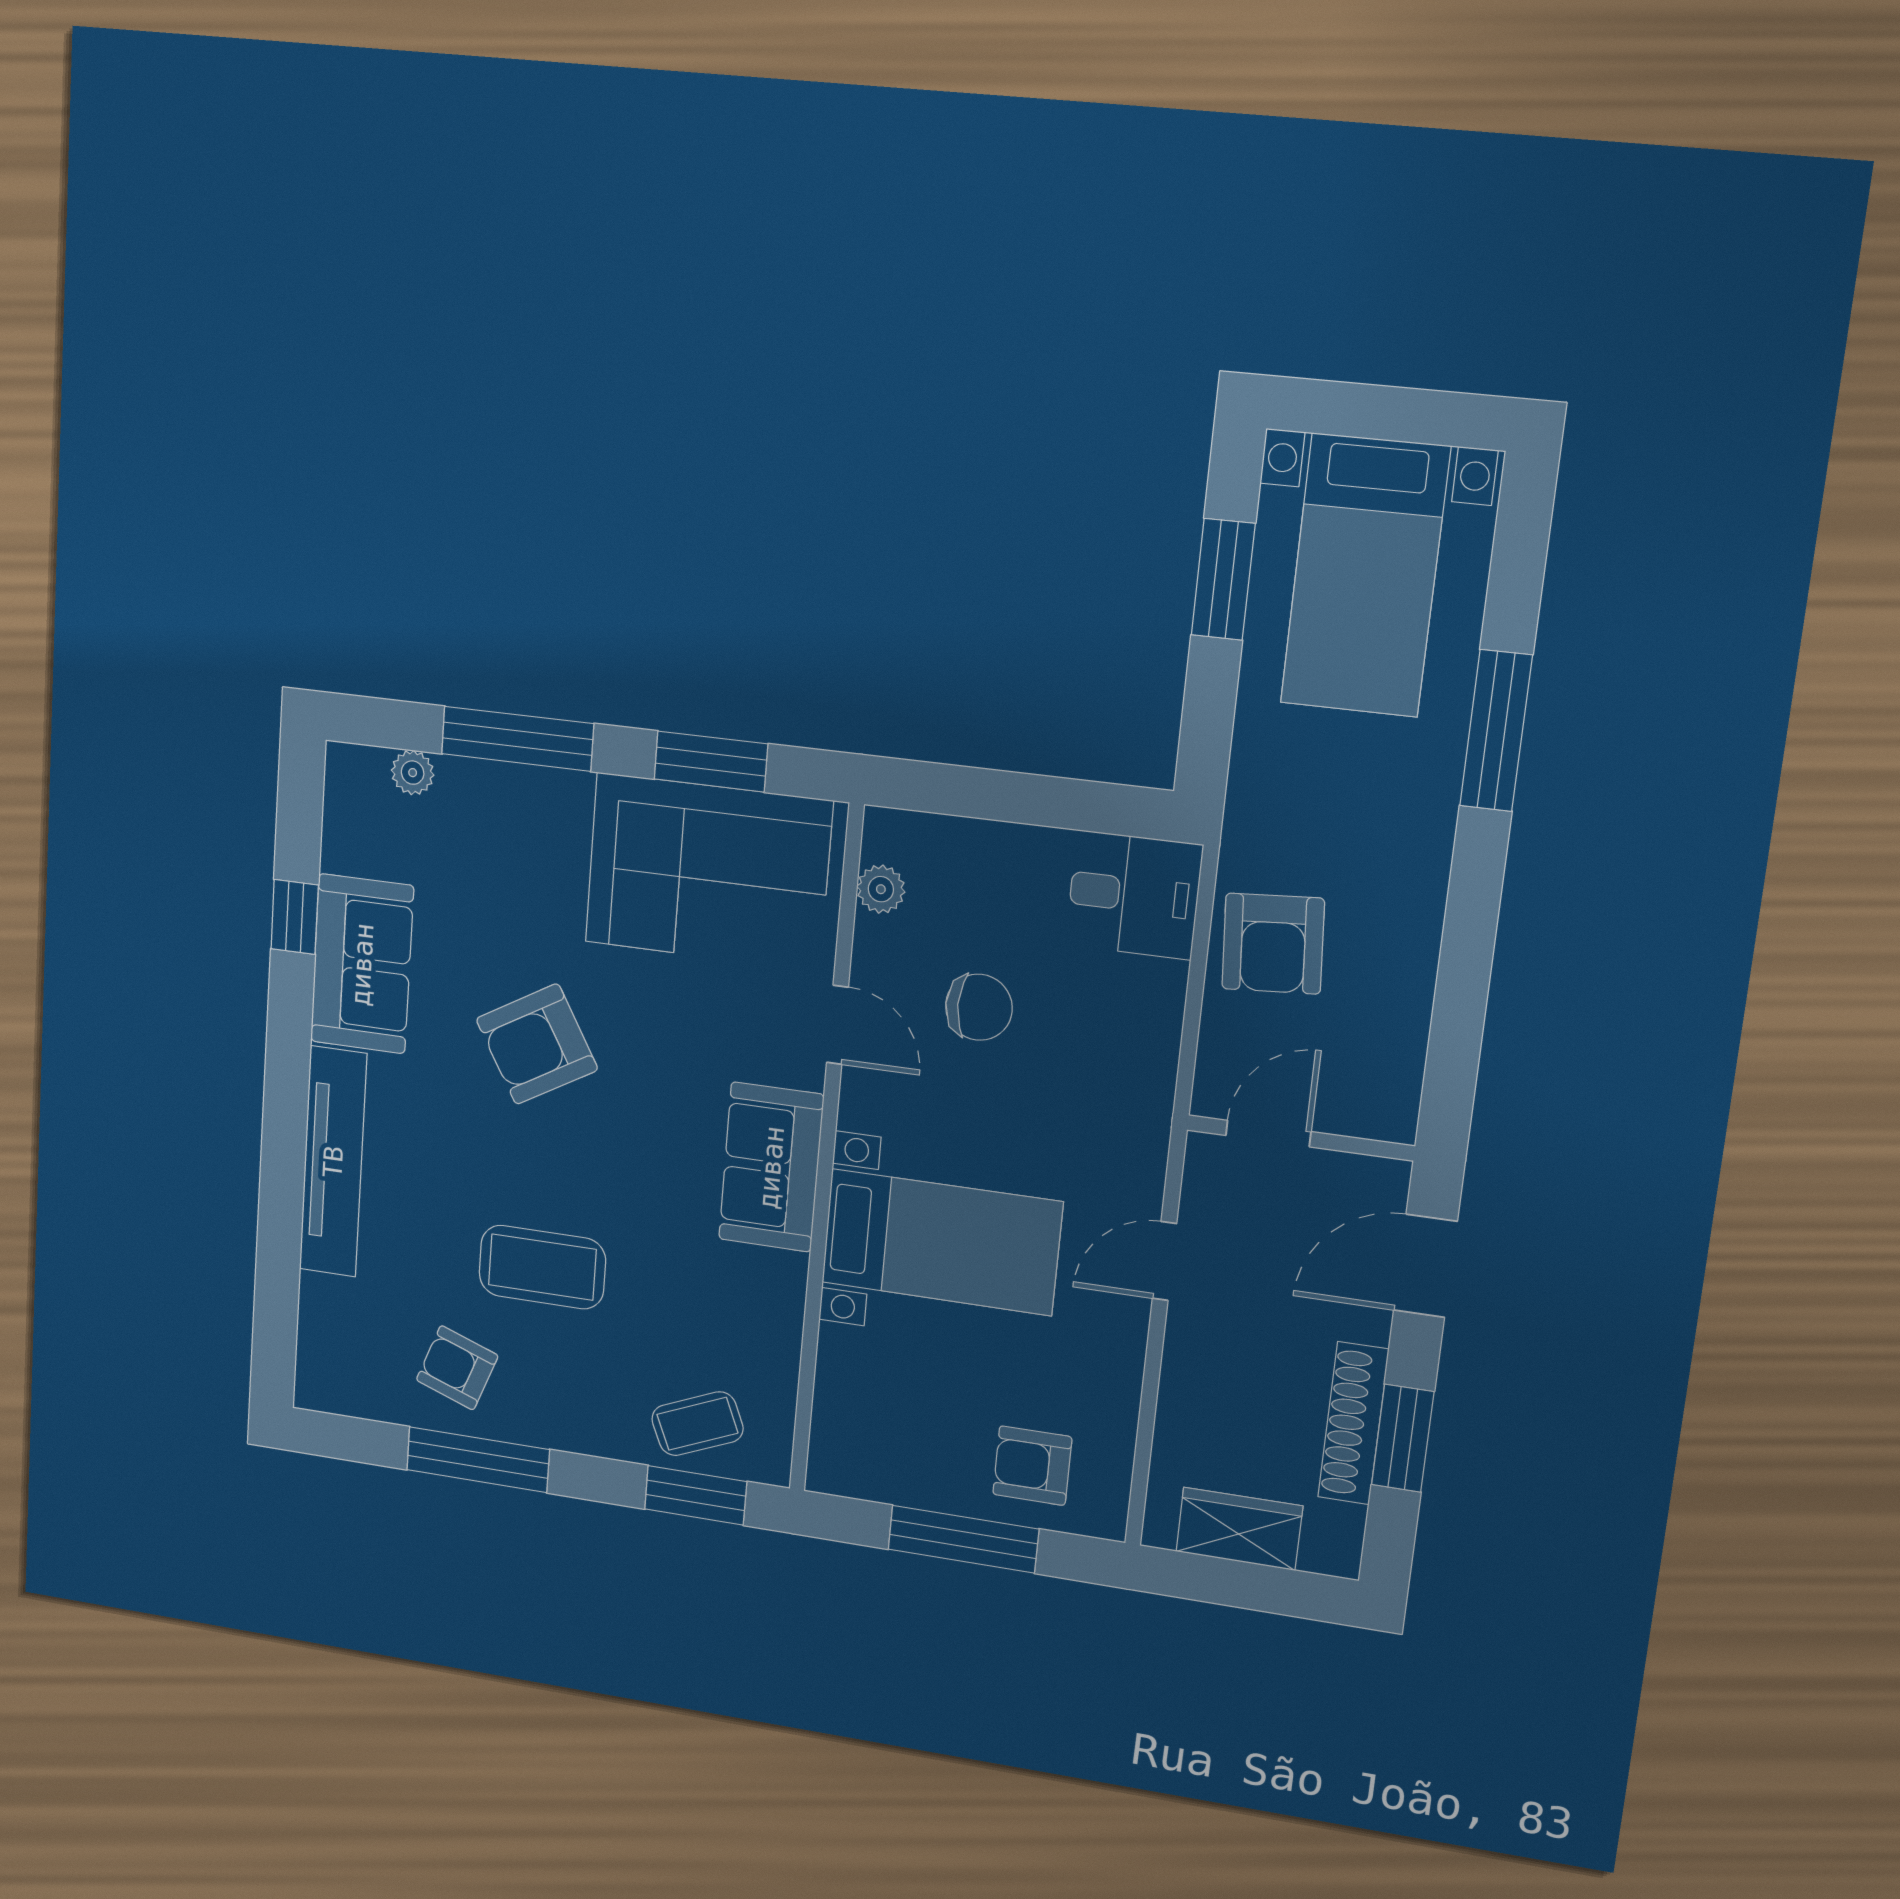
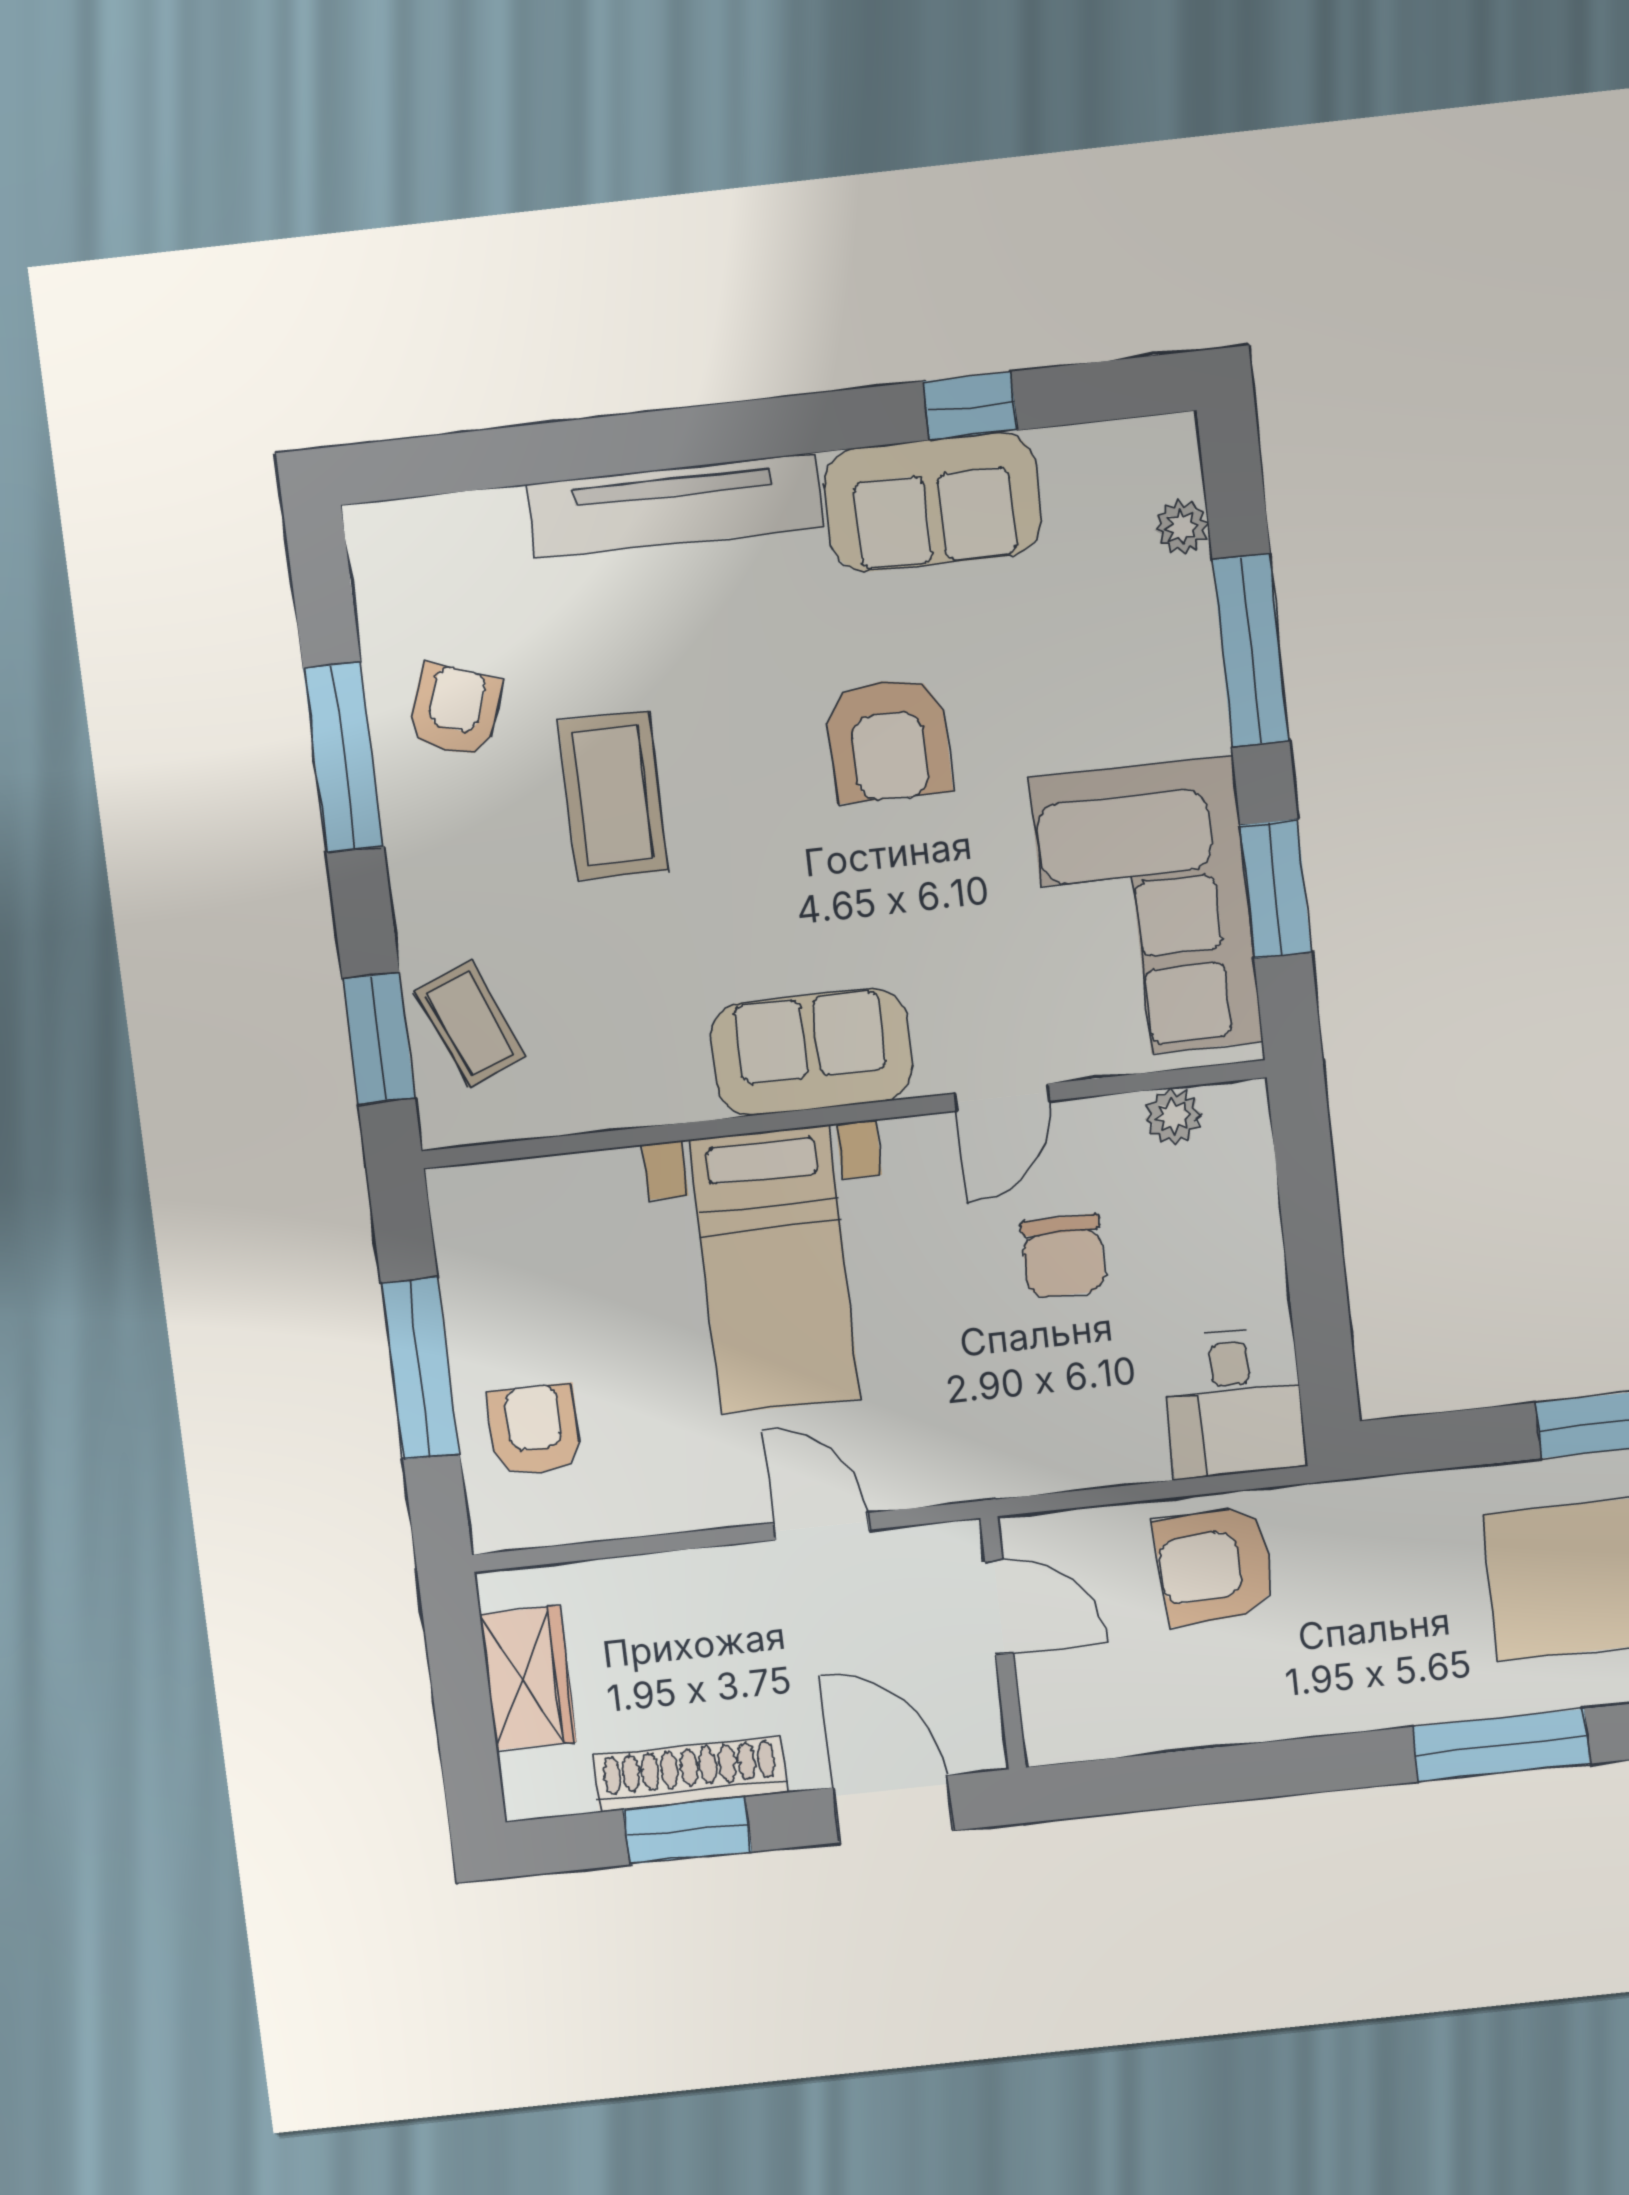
armchair: (537, 1044) -> (888, 740), turned -150

